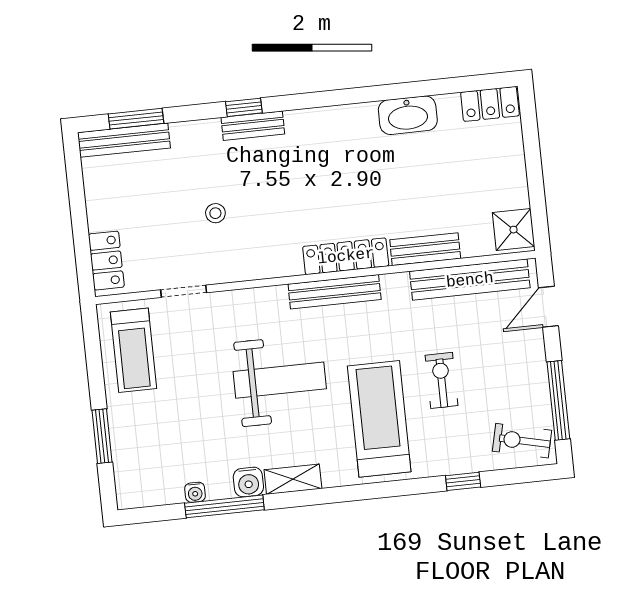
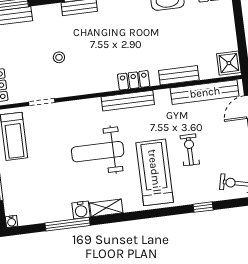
locker: (346, 256) -> (134, 80), width x0.66
weight bench: (280, 380) -> (98, 152), turned 180
water cooler: (195, 492) -> (11, 221), moved

